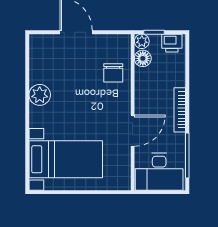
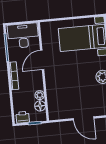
plant: (142, 41) -> (40, 95), moved
chair: (113, 73) -> (58, 95), removed

